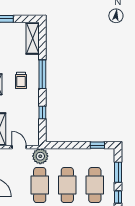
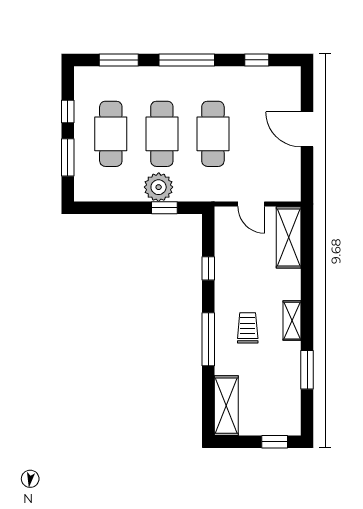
window: (97, 145) -> (164, 208), moved
plant: (40, 156) -> (159, 187), moved

